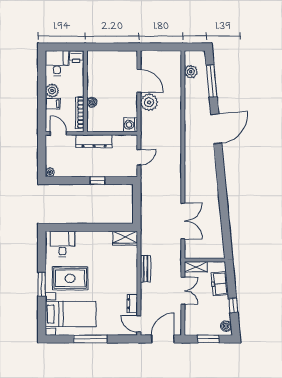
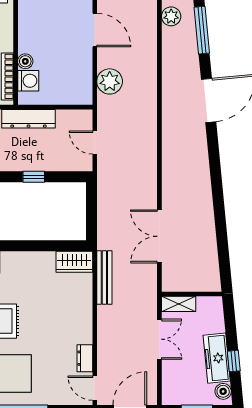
plant: (149, 102) -> (110, 81), moved
washing machine: (130, 125) -> (28, 81), moved, turned 180
door: (139, 157) -> (95, 143), swing flipped
double door: (183, 221) -> (159, 236), swing flipped
bench: (146, 269) -> (104, 277), moved, width x1.36
freezer: (220, 284) -> (217, 358), moved, width x1.40

